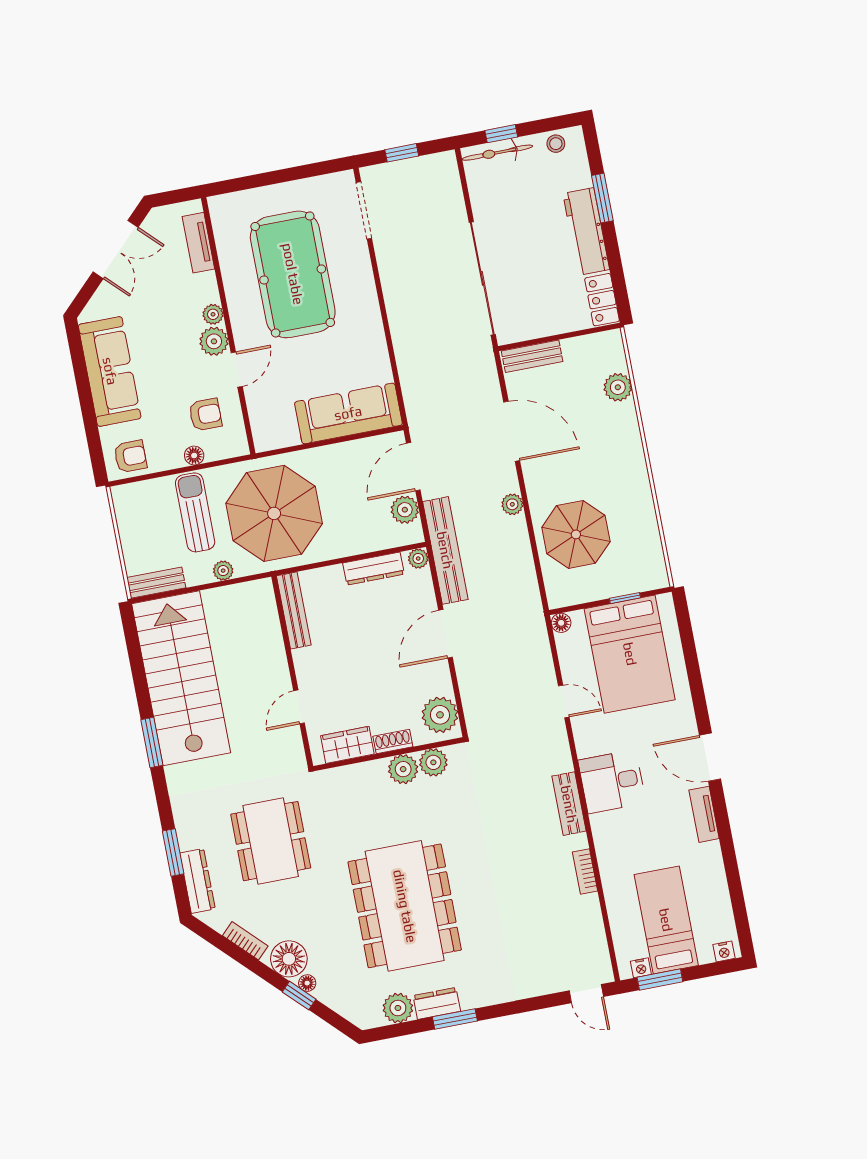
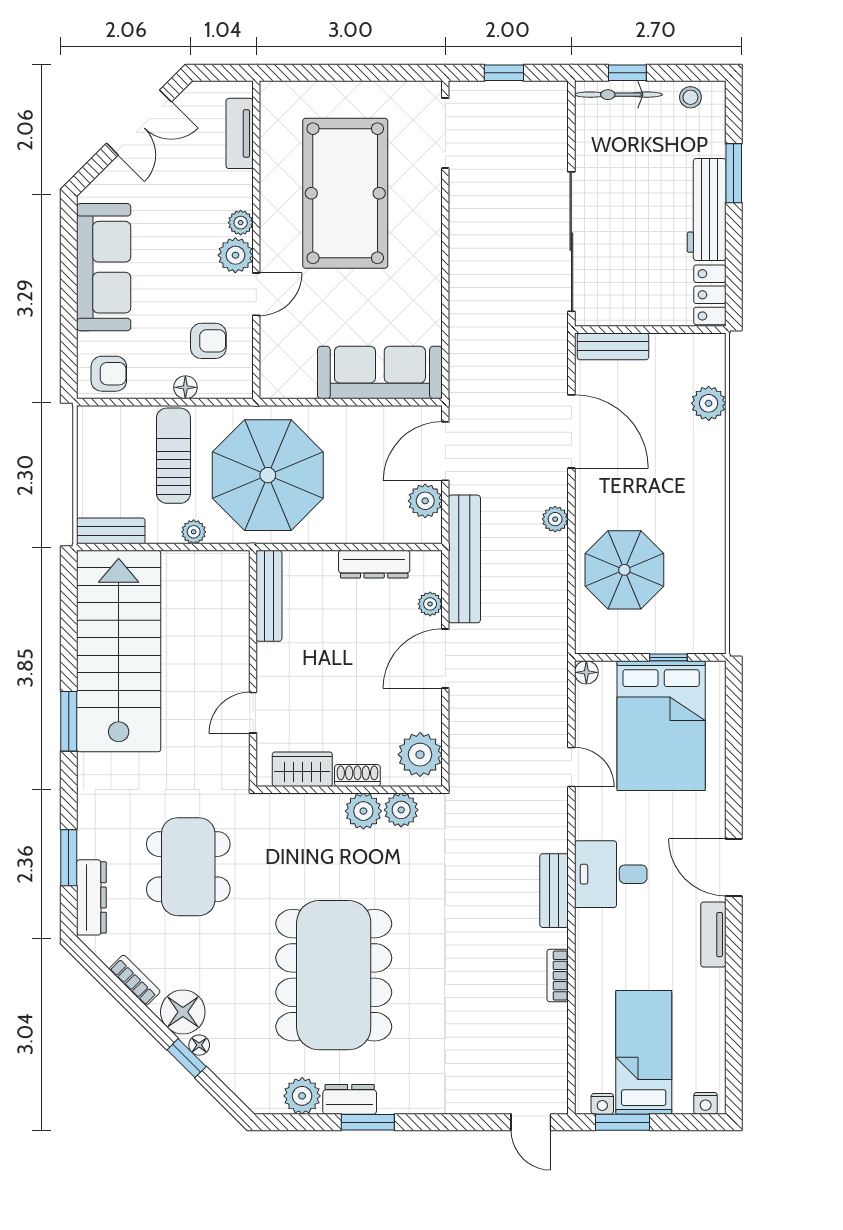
plant: (418, 559) -> (430, 604), moved

